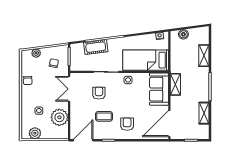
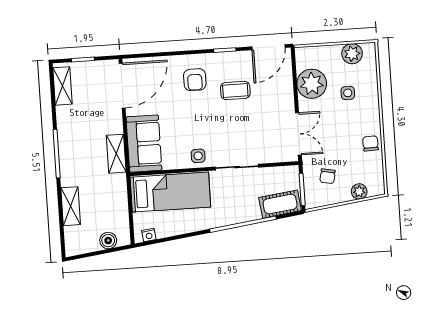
cot: (96, 47) -> (280, 204), moved
armchair: (99, 93) -> (247, 130), removed
shelving: (204, 113) -> (63, 86), moved

